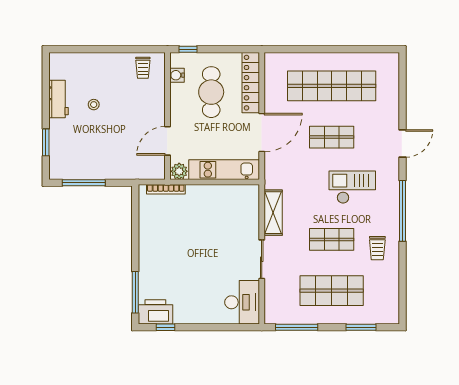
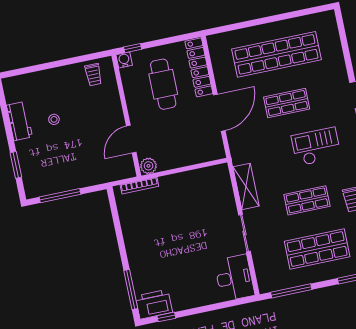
water cooler: (177, 75) -> (124, 60), moved, turned 90
kitchen unit: (224, 170) -> (191, 155), removed

